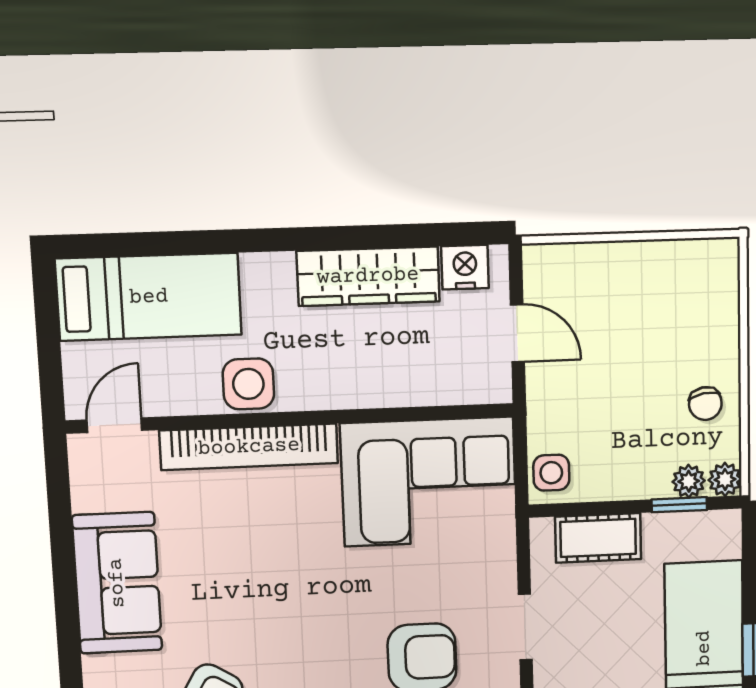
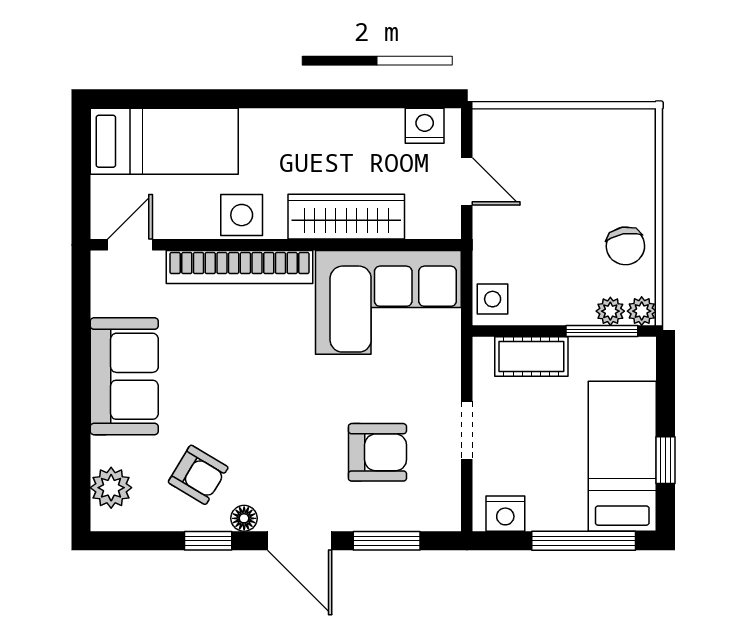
wardrobe: (368, 276) -> (346, 217), moved, turned 180
chair: (705, 404) -> (625, 246), width x1.37, depth x1.37
window: (679, 505) -> (602, 331), width x1.50

